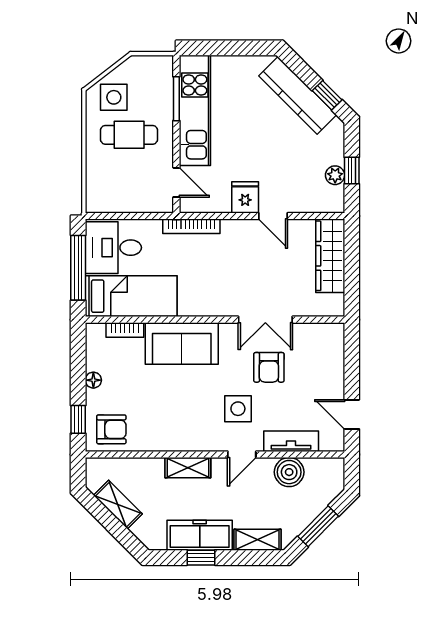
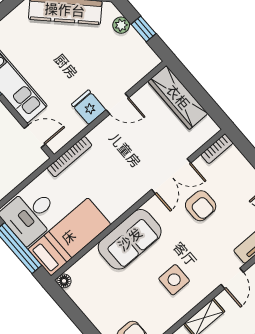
plant: (335, 175) -> (121, 25), moved
bookcase: (125, 330) -> (217, 149), moved
floor lamp: (93, 380) -> (64, 281), moved
side table: (238, 409) -> (174, 280), moved

